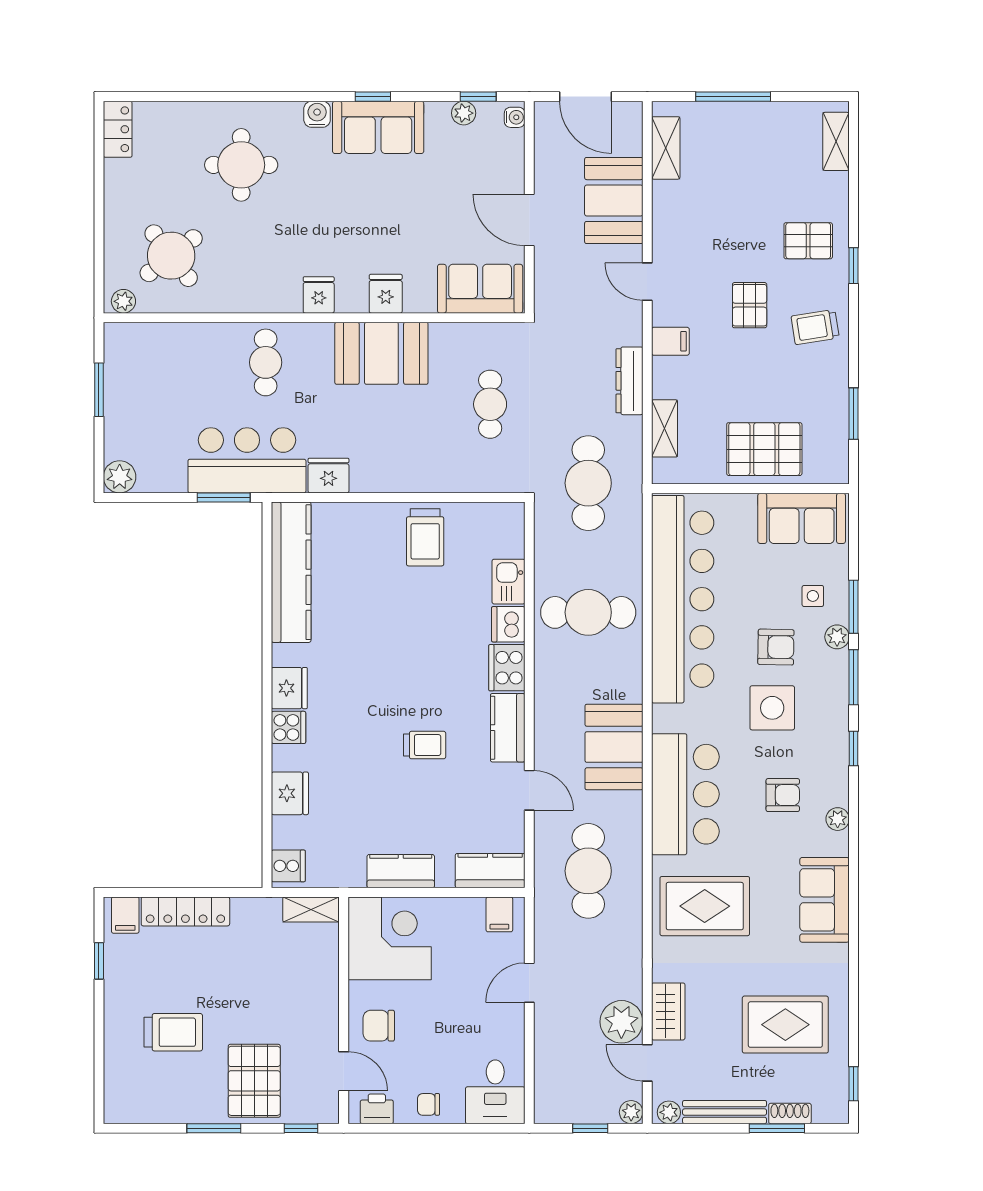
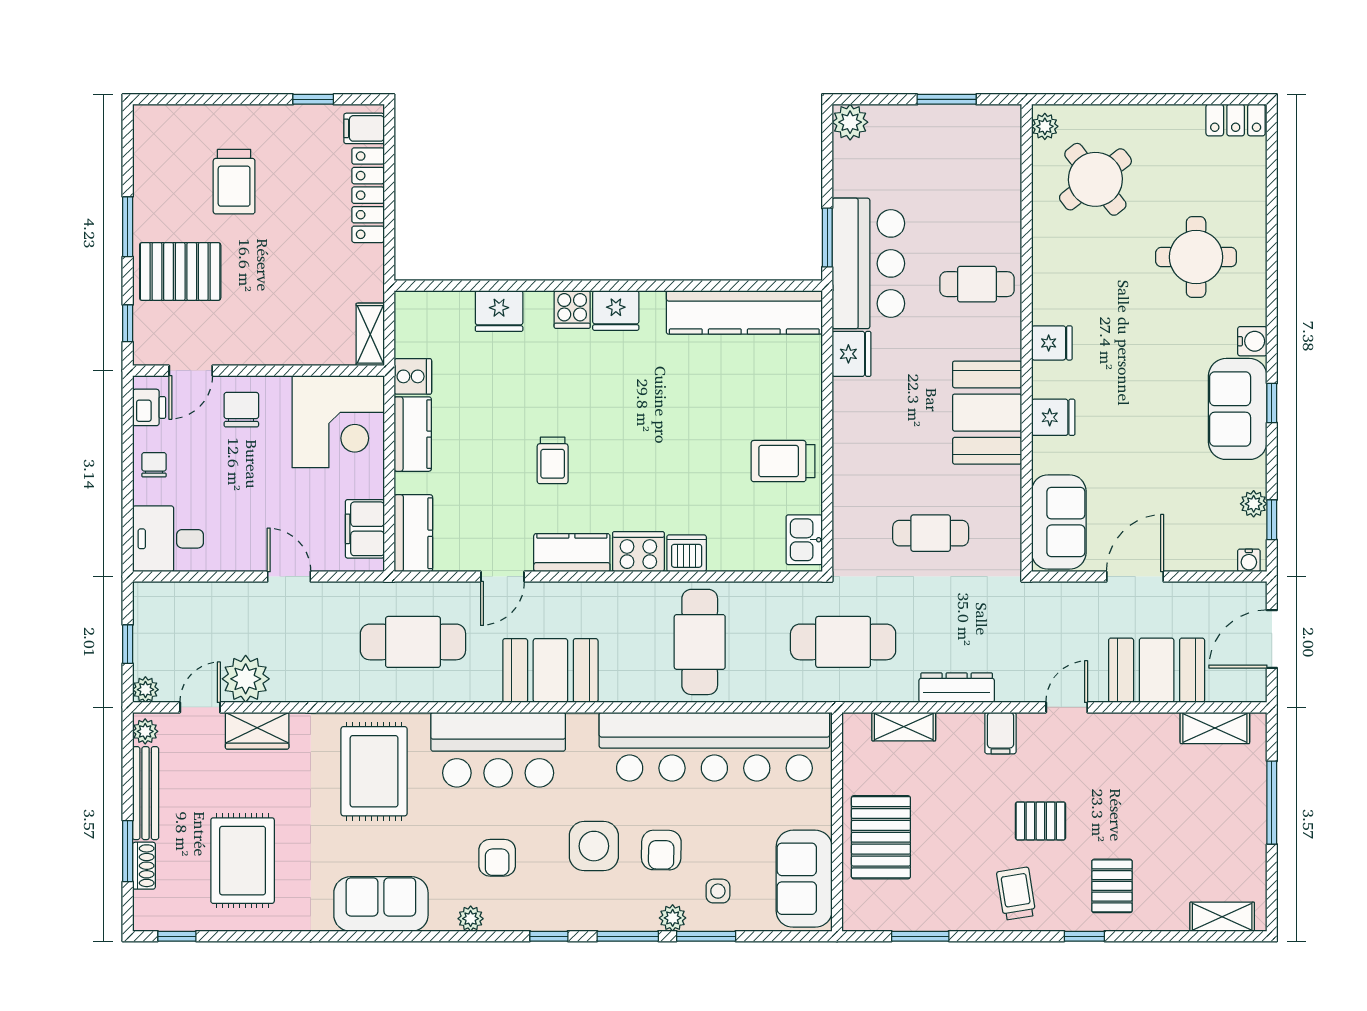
kitchen sink: (509, 582) -> (804, 540), moved, turned -90
cooker: (288, 866) -> (413, 376), moved, turned -90
filing cabinet: (499, 914) -> (365, 529), width x2.00

